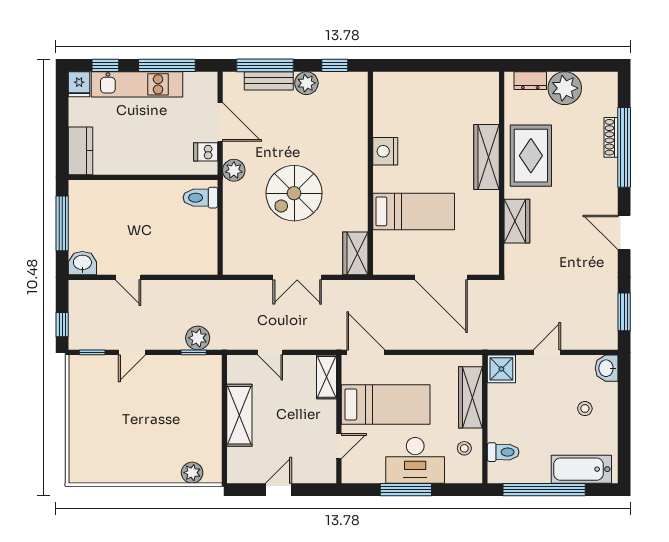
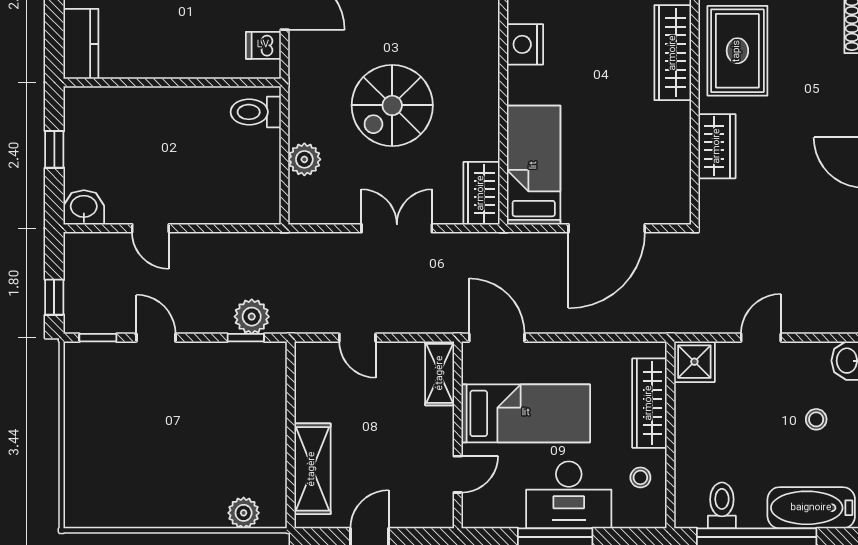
plant: (234, 170) -> (304, 159), moved
bed: (414, 211) -> (534, 165), moved, turned -90
window: (62, 223) -> (54, 149), width x0.46
double door: (297, 277) -> (397, 228), swing flipped
door: (441, 277) -> (607, 228), hinge flipped
door: (132, 352) -> (156, 338), swing flipped
shelving: (239, 415) -> (312, 469), moved
toilet: (503, 452) -> (722, 505), moved, turned -90

